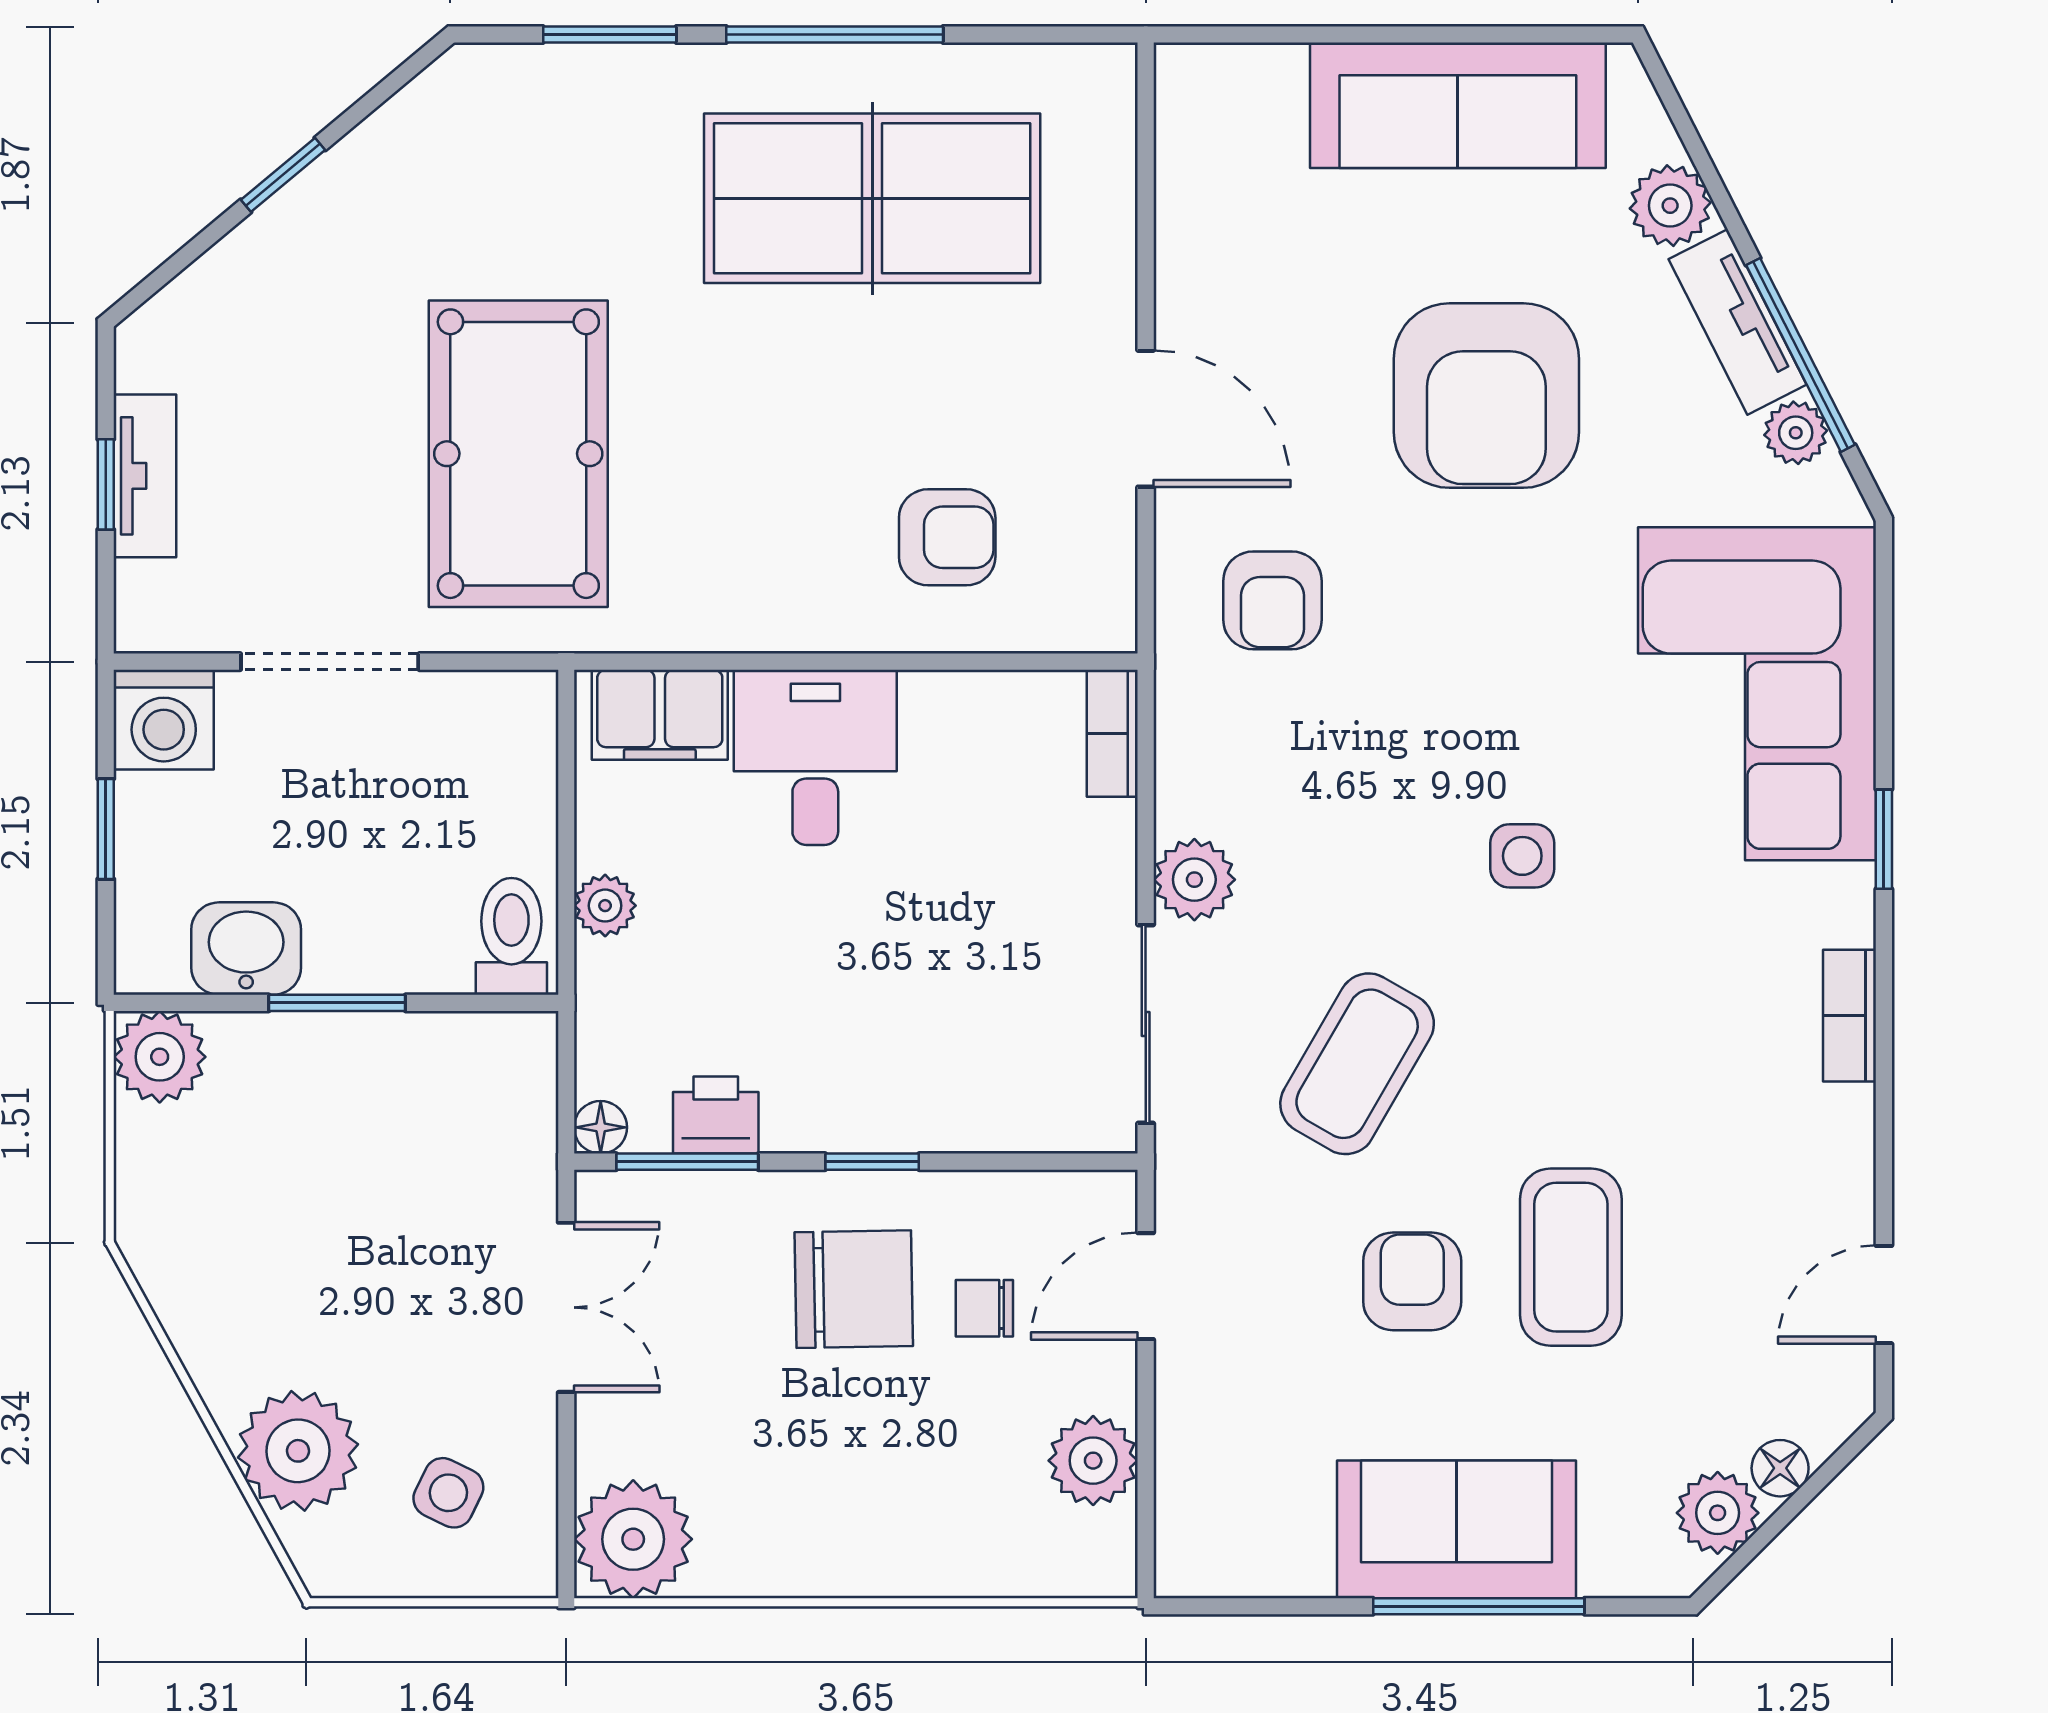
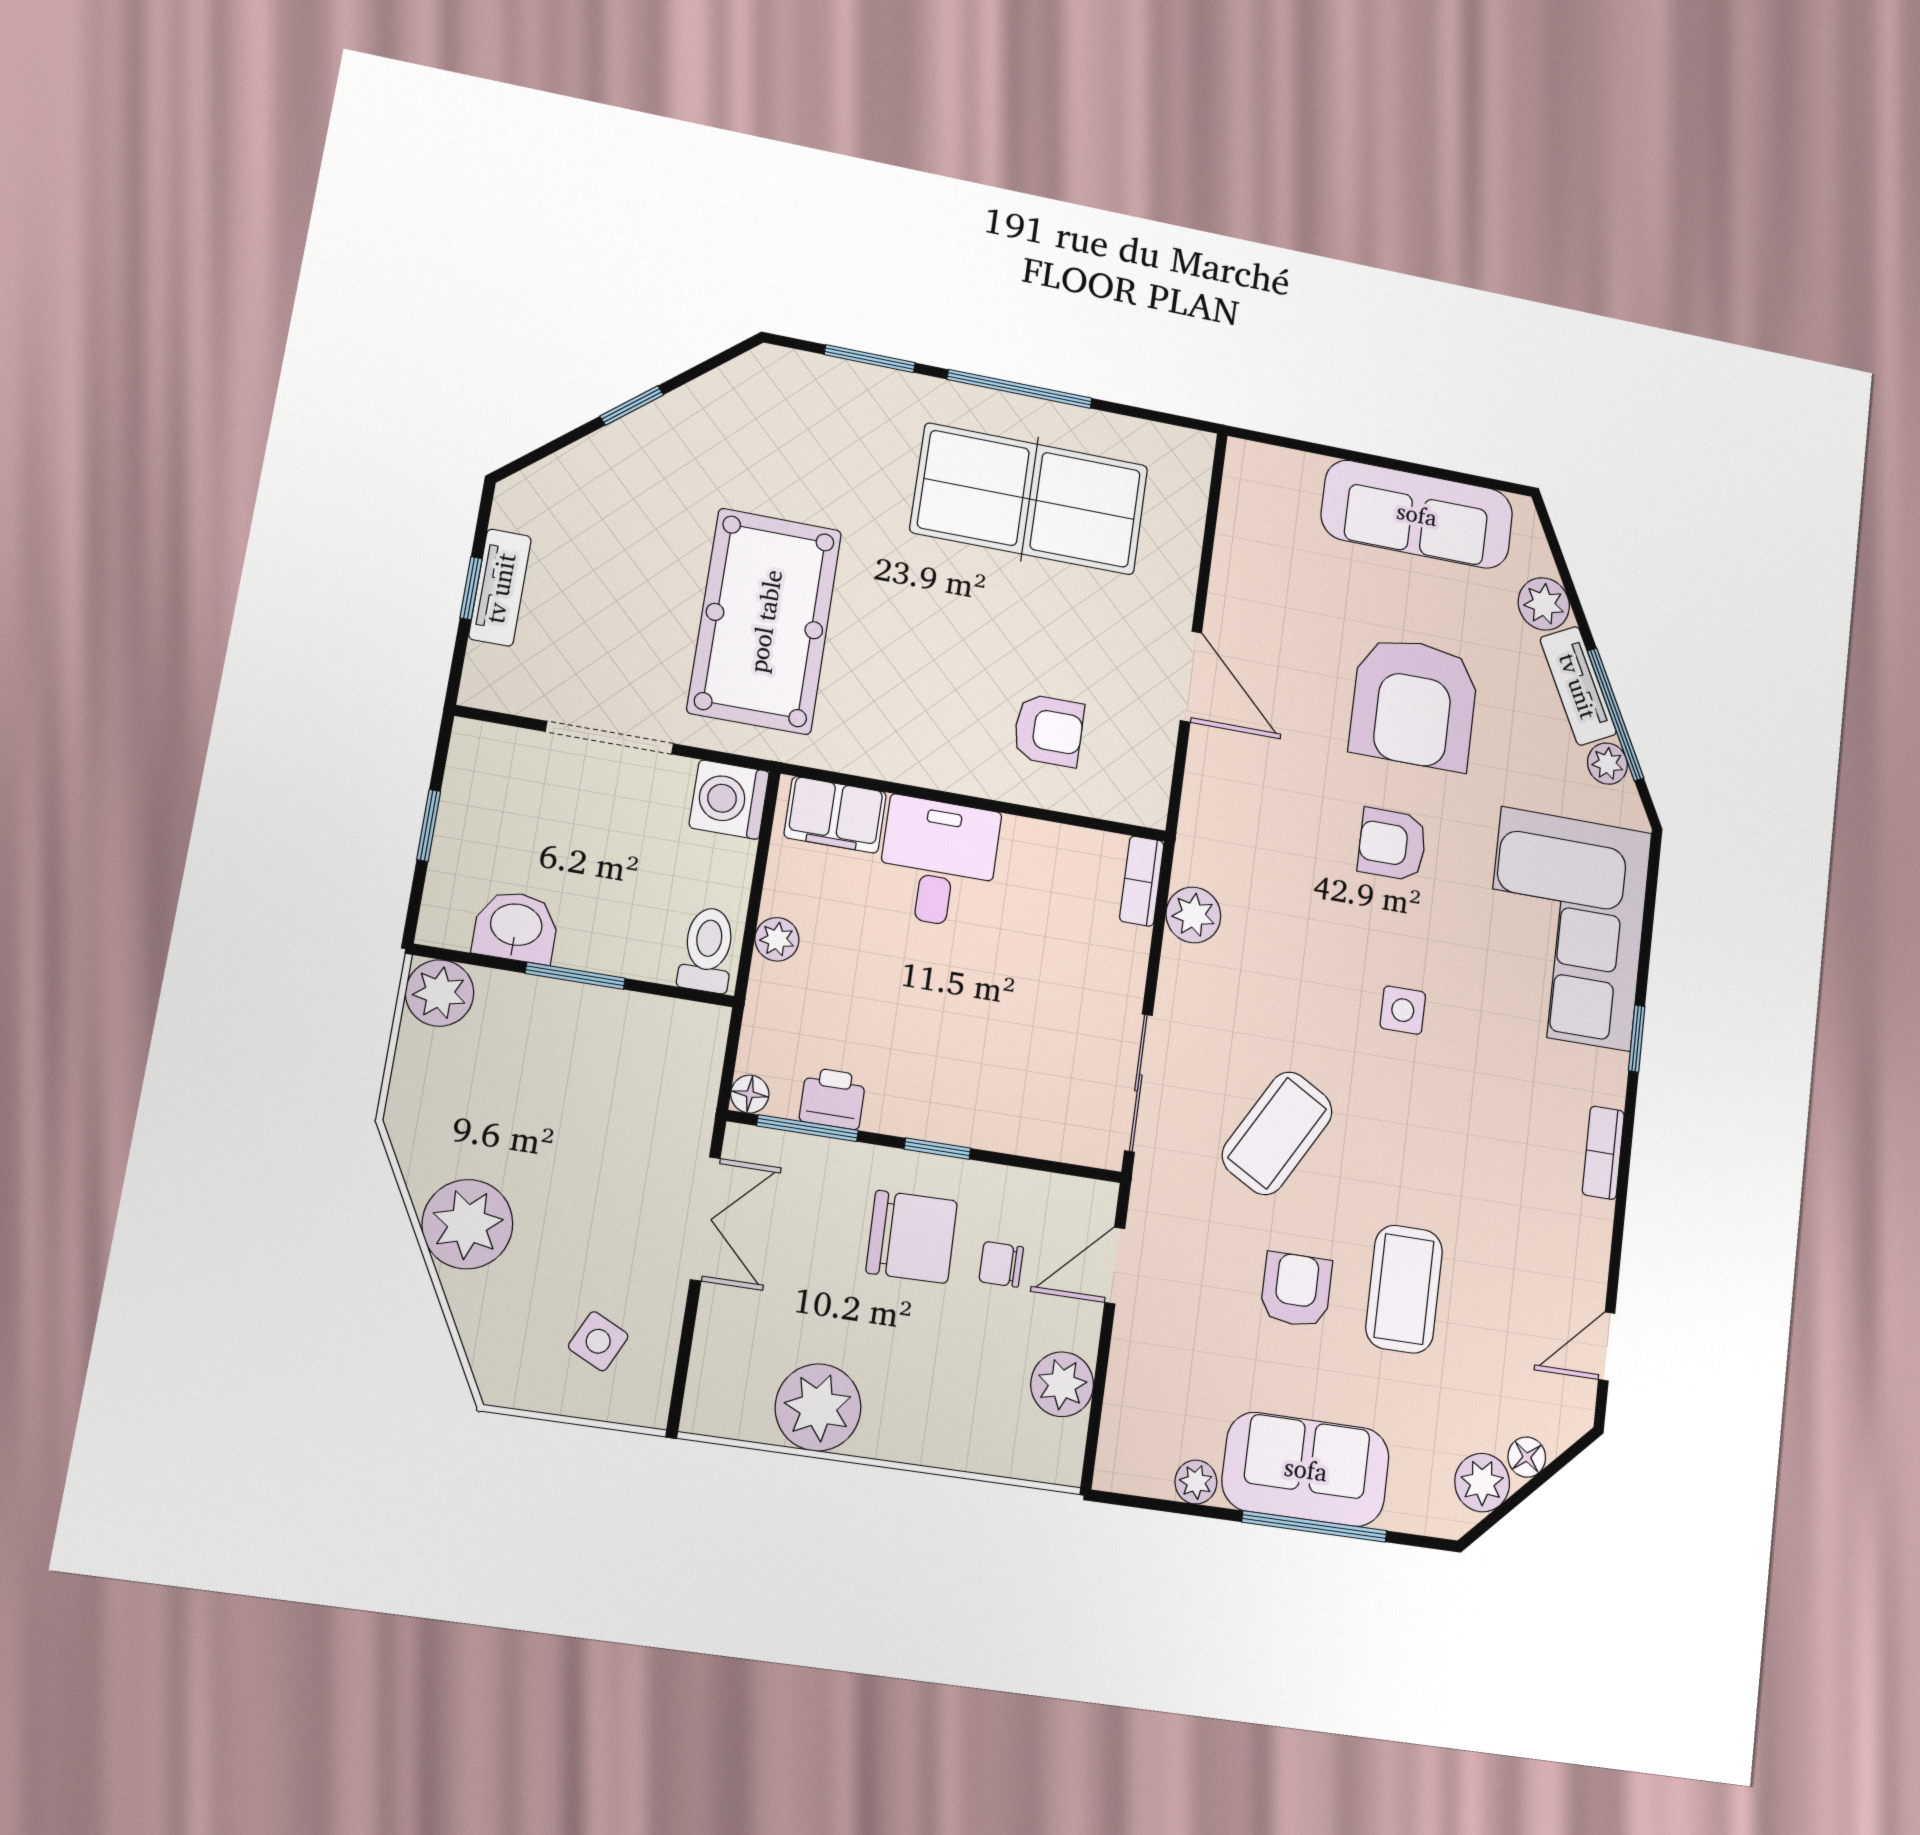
armchair: (1272, 600) -> (1392, 844), moved, turned 90
washing machine: (164, 720) -> (729, 799), moved, turned 90
plant: (1194, 880) -> (1193, 915), moved
plant: (298, 1451) -> (467, 1224), moved
plant: (633, 1539) -> (818, 1407), moved
plant: (1301, 1568) -> (1196, 1482), added

